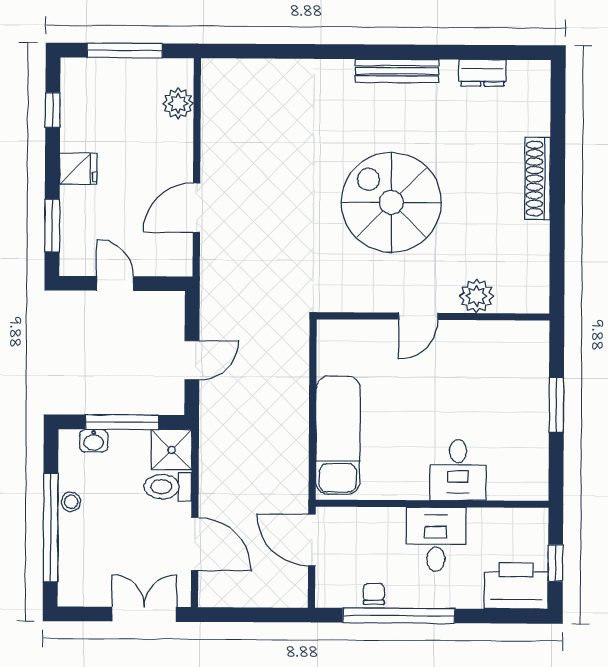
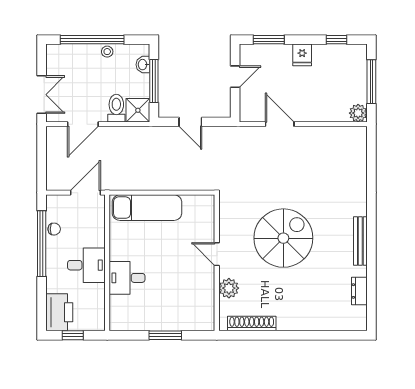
plant: (178, 103) -> (358, 113), moved
shoe rack: (537, 178) -> (252, 324), moved

